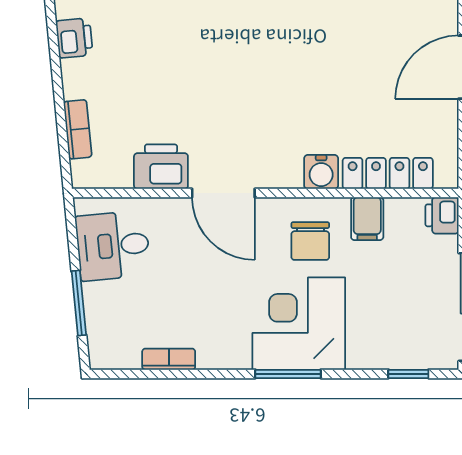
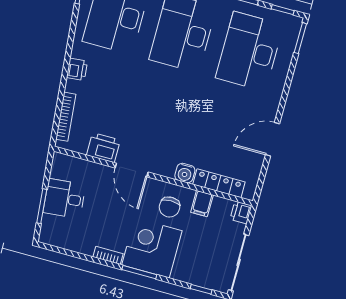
bookcase: (78, 129) -> (66, 117), width x1.56
desk: (113, 246) -> (64, 199), moved
bookcase: (169, 359) -> (108, 255), moved

